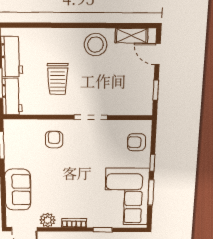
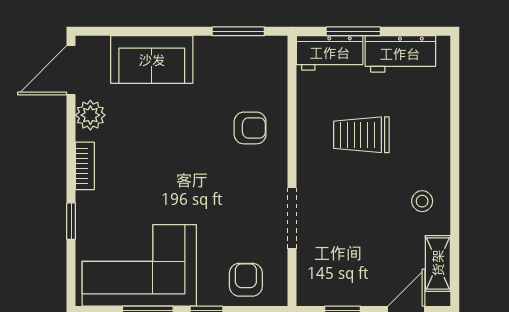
stool: (95, 45) -> (422, 201), width x0.53, depth x0.53
doorway: (91, 117) -> (292, 218), moved

